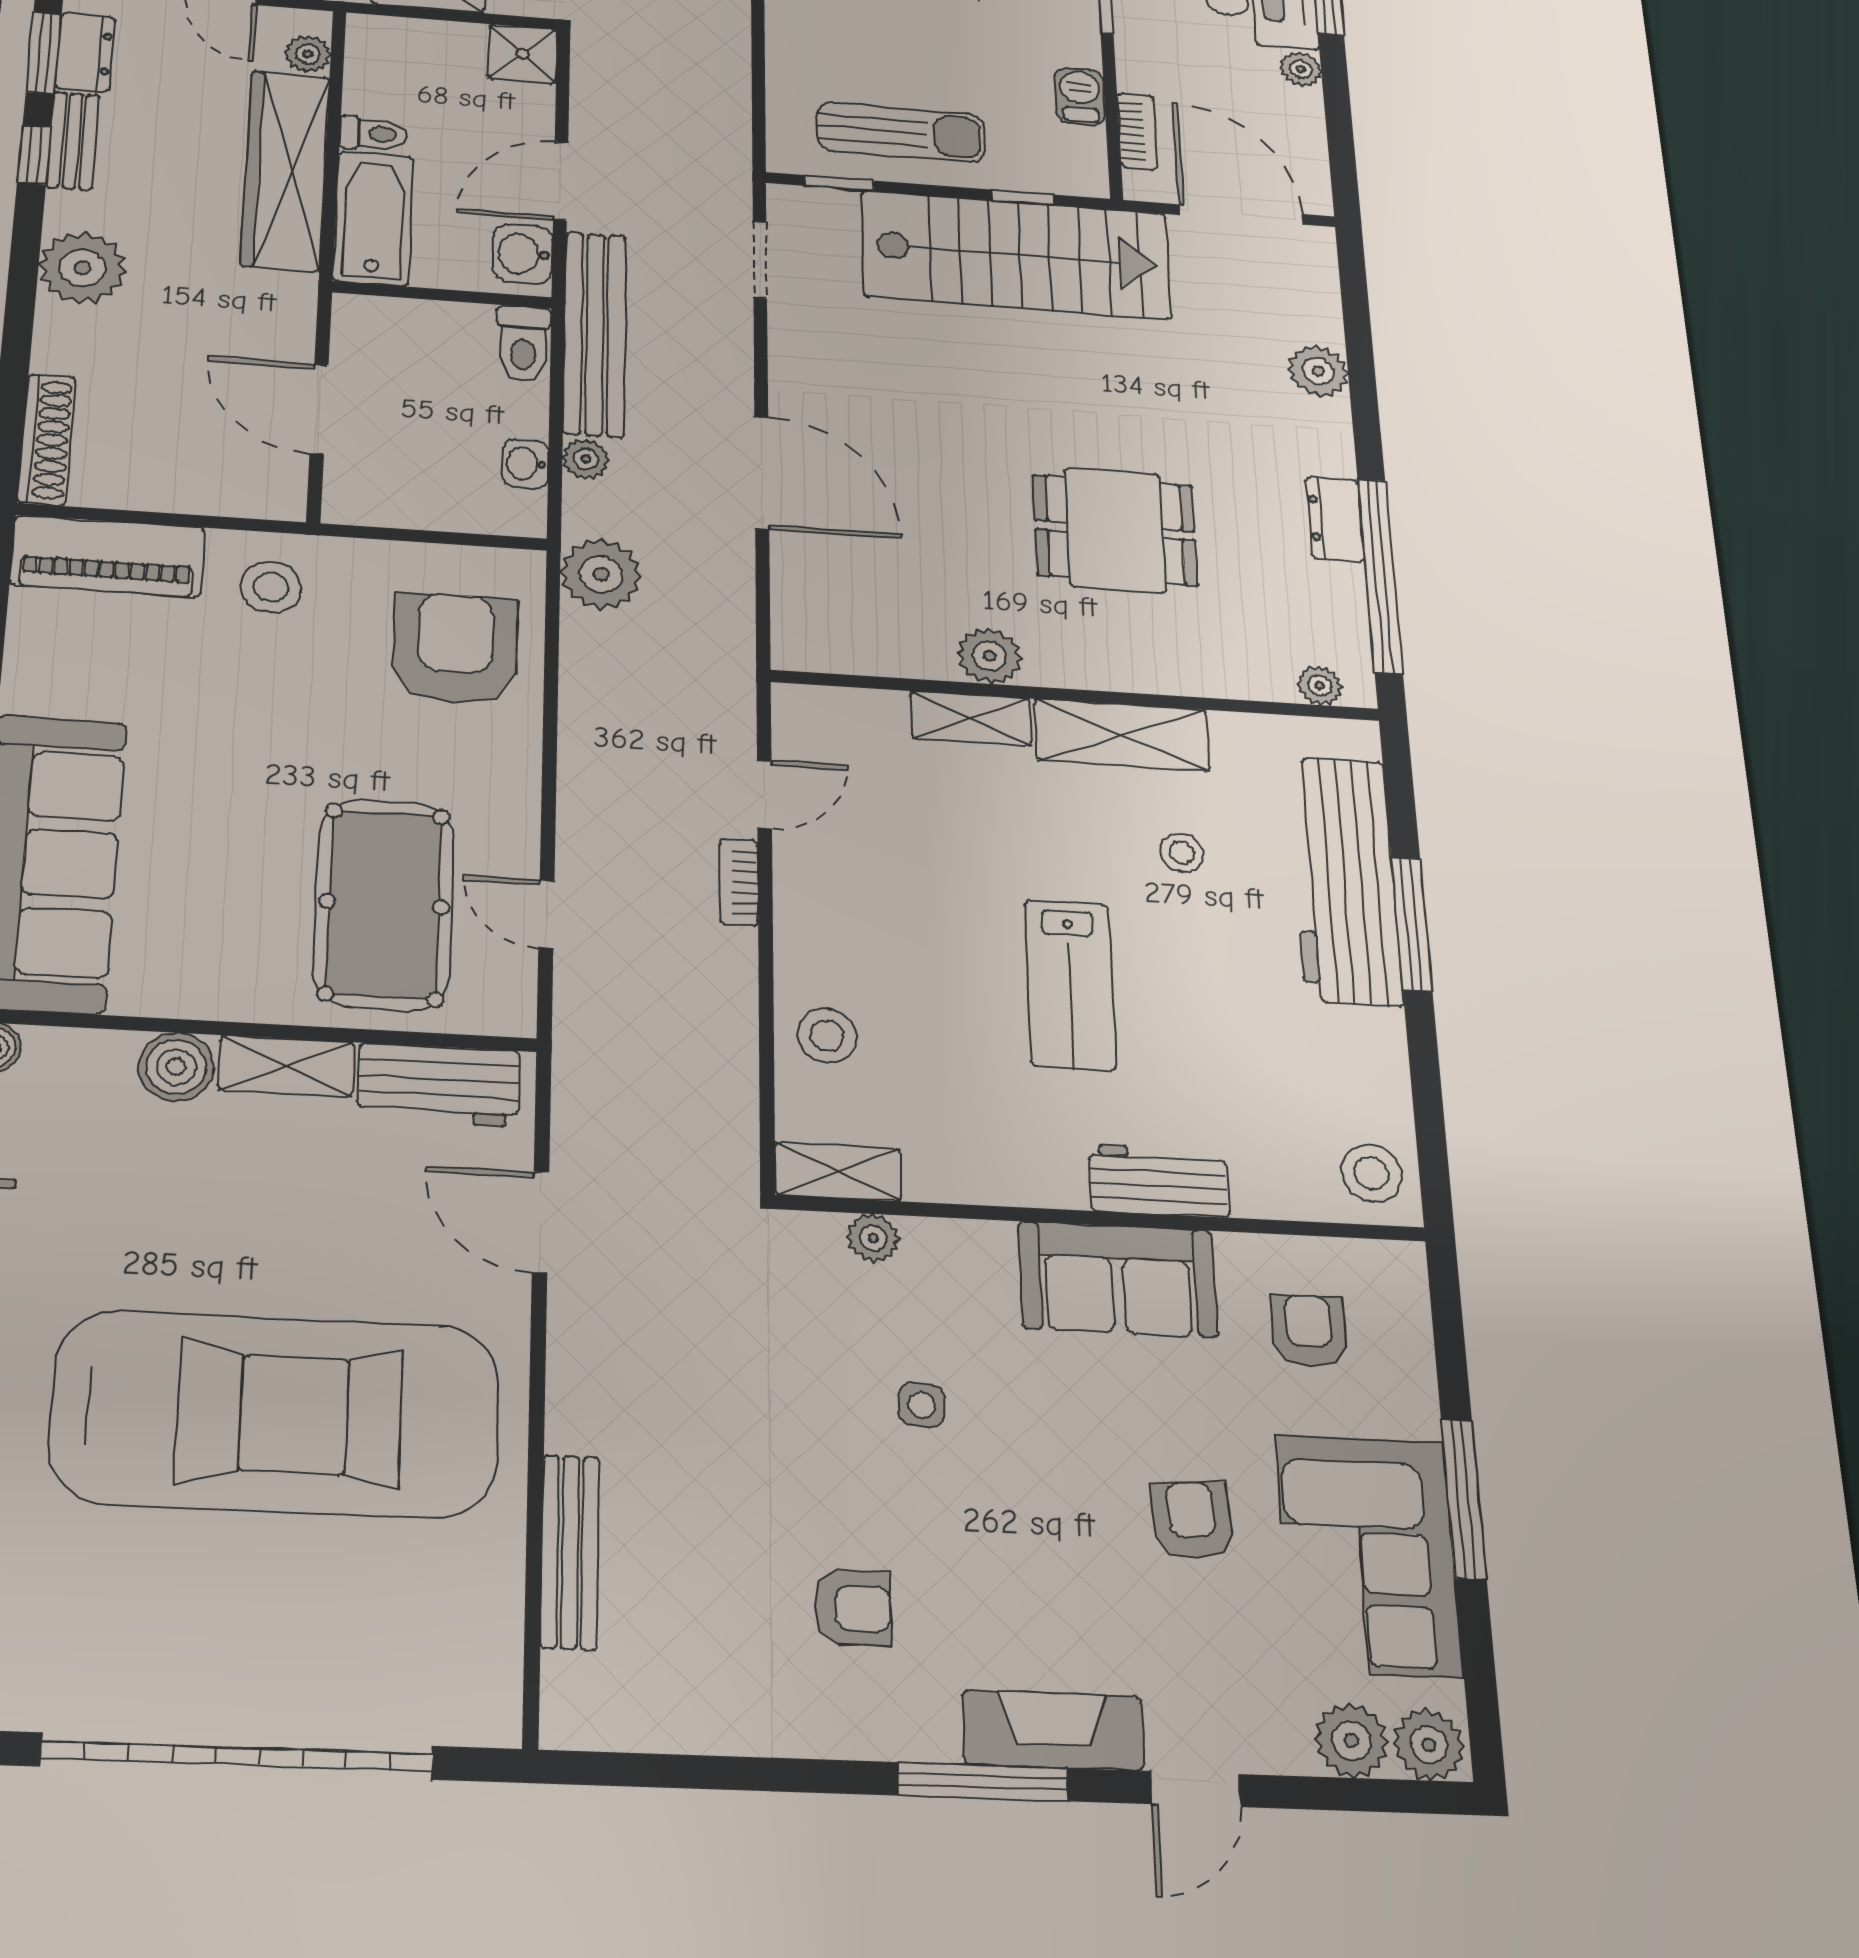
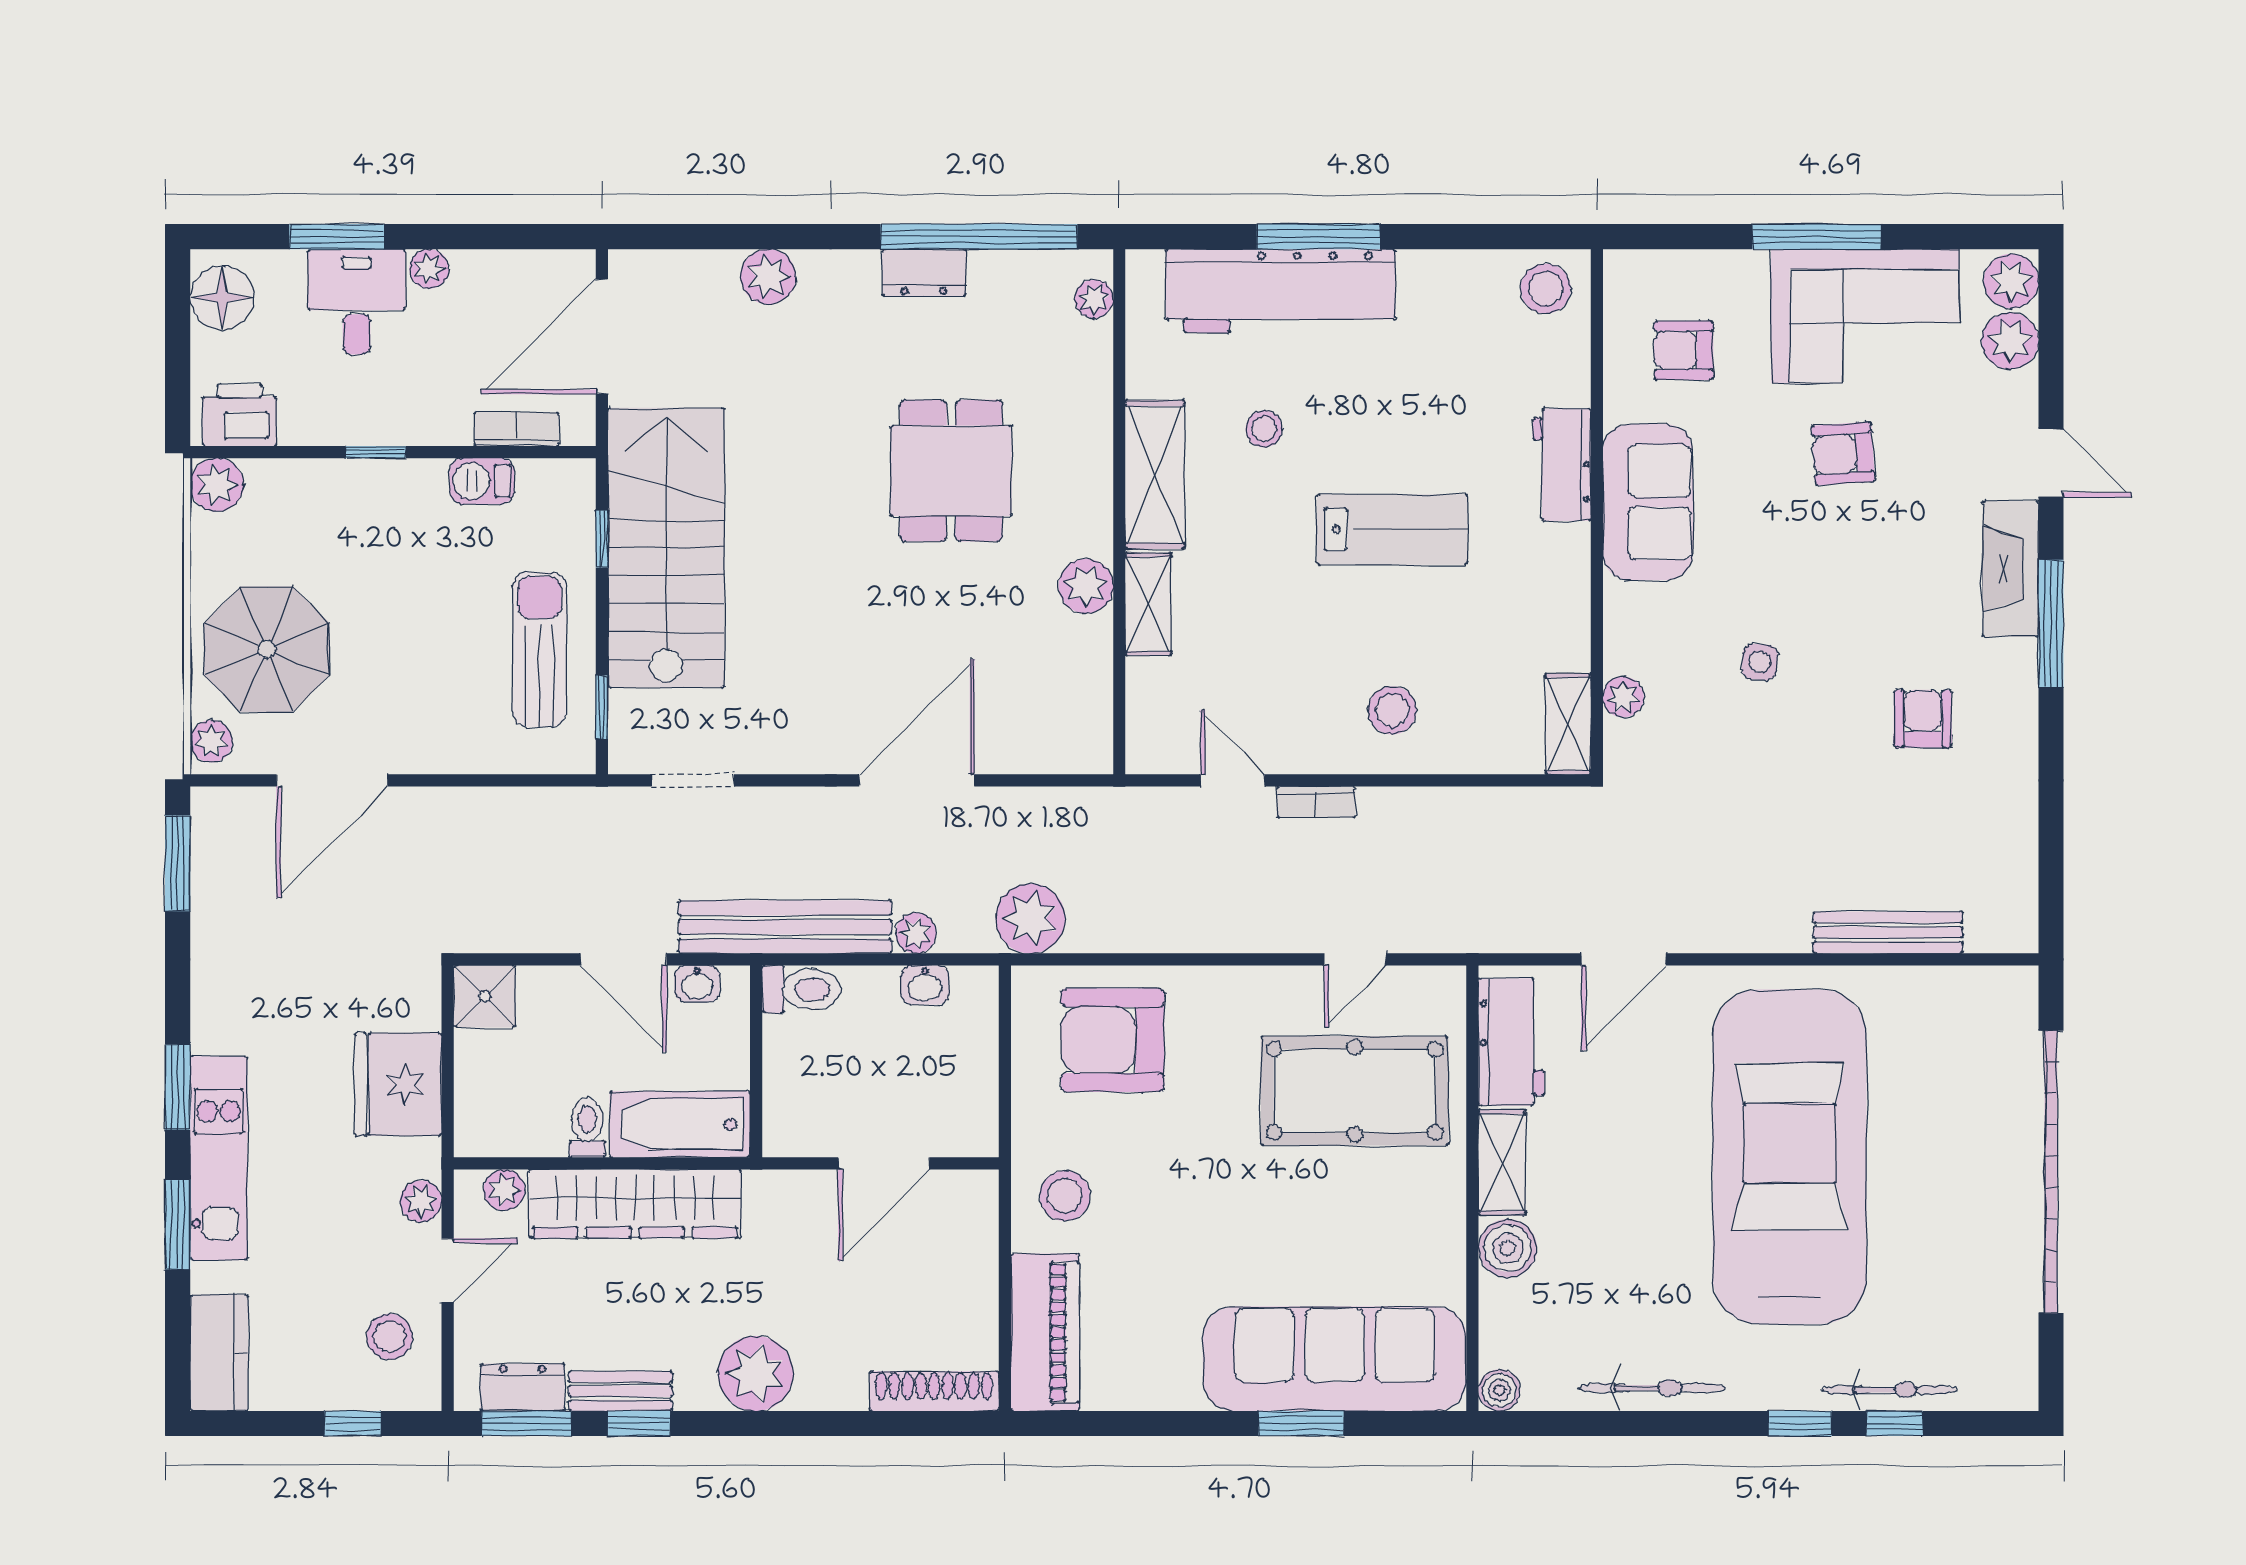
washbasin: (523, 254) -> (697, 984), width x0.72, depth x0.69
stool: (827, 1036) -> (1392, 710), moved

